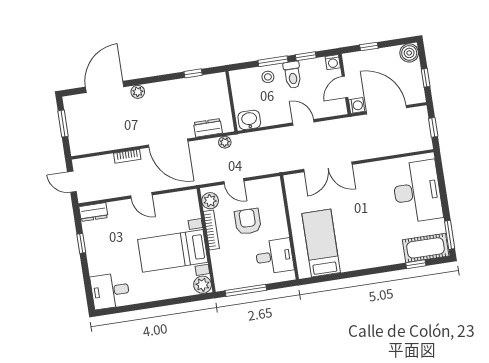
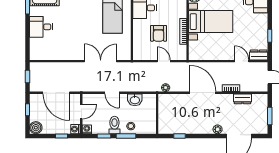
washing machine: (357, 105) -> (76, 129), moved
washbasin: (249, 120) -> (135, 100), moved
dresser: (208, 128) -> (242, 99), moved
desk: (417, 191) -> (41, 27), width x0.53, depth x0.77
door: (141, 195) -> (242, 61), moved
plant: (210, 201) -> (181, 51), removed

